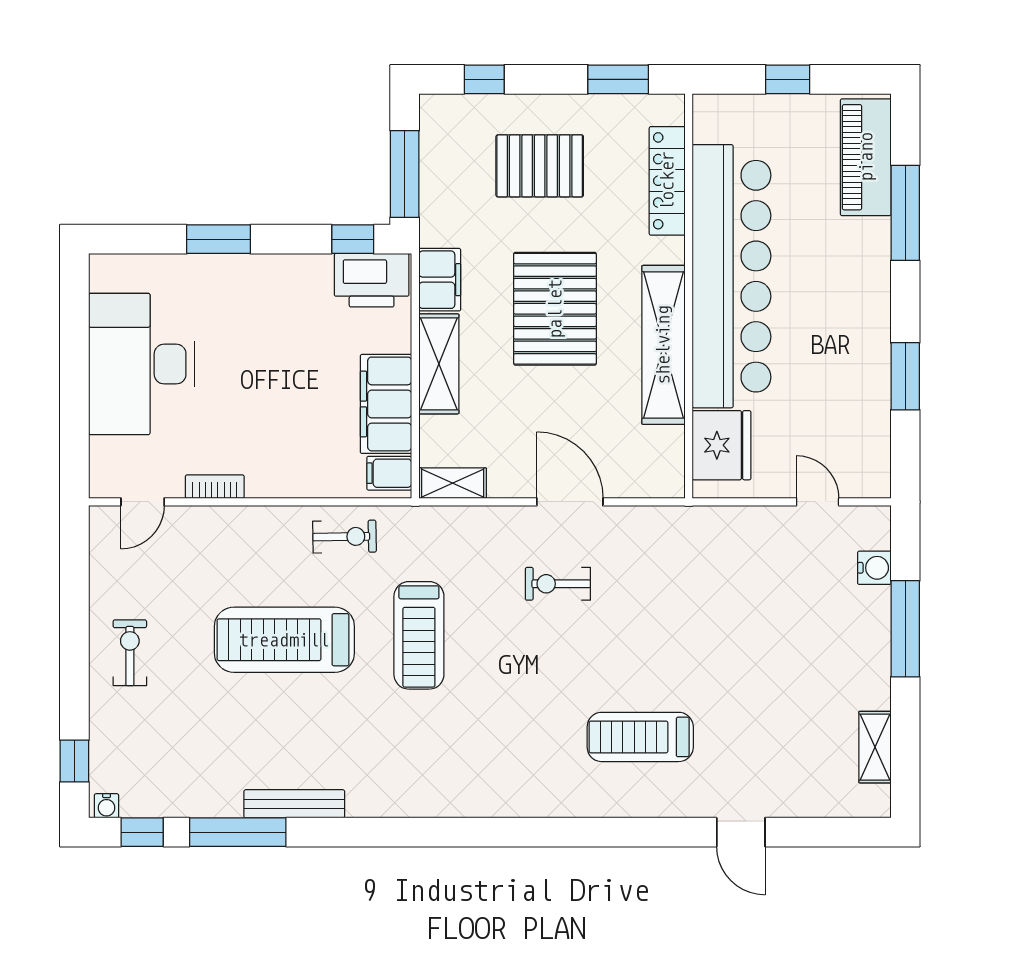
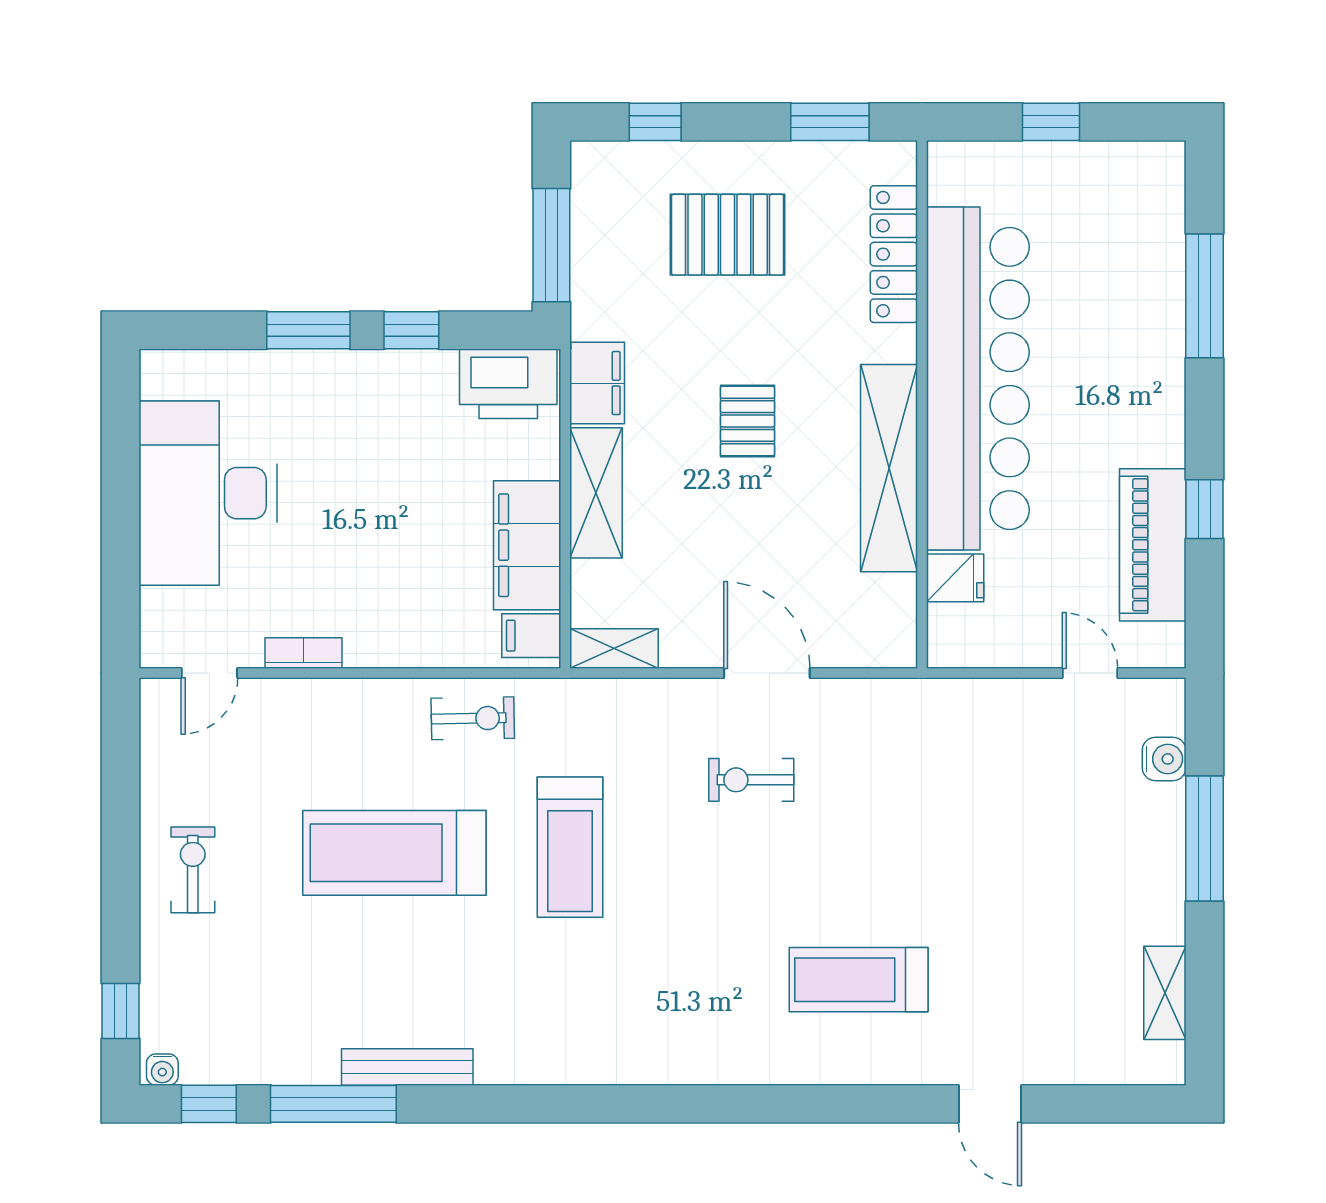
piano: (866, 157) -> (1153, 545), moved
window: (353, 239) -> (411, 330), moved
pallet: (555, 309) -> (747, 421), width x0.49, depth x0.50
window: (905, 376) -> (1204, 509), width x0.67
fridge: (722, 445) -> (955, 578), width x0.53, depth x0.75

